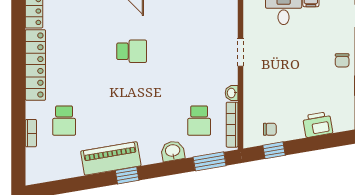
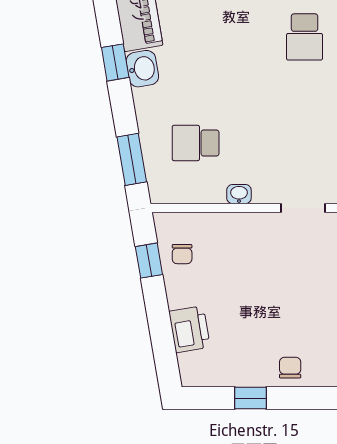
chair: (342, 60) -> (290, 368), turned 90
bookcase: (232, 125) -> (189, 195), removed
washbasin: (173, 151) -> (142, 69), moved
window: (127, 175) -> (115, 62), moved

